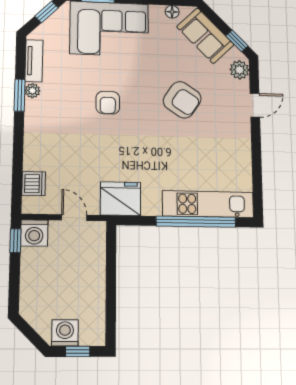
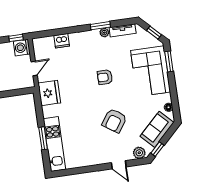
dishwasher: (34, 184) -> (62, 41), moved
window: (196, 222) -> (43, 138), width x0.47

